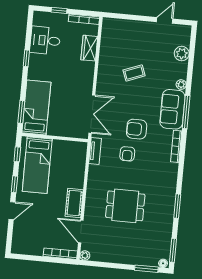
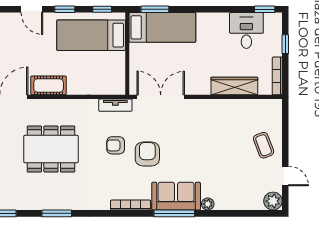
wardrobe: (89, 48) -> (234, 86), width x1.50
plant: (182, 54) -> (273, 201), moved
window: (26, 58) -> (265, 9), moved
coffee table: (134, 73) -> (264, 145), moved
double door: (92, 114) -> (161, 97), swing flipped
dining table: (125, 206) -> (51, 149), width x1.38

